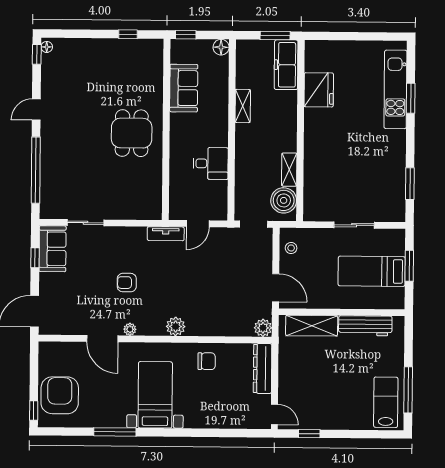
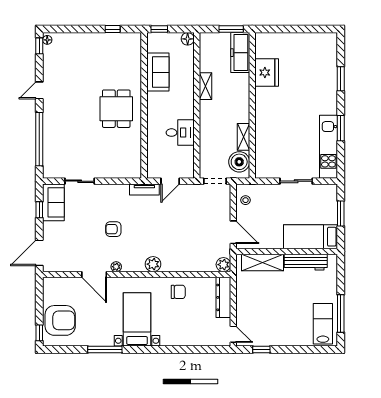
kitchen unit: (395, 89) -> (328, 147), moved
window: (410, 184) -> (341, 128), moved
bed: (372, 271) -> (311, 237), moved
armchair: (60, 395) -> (60, 320), turned 90

